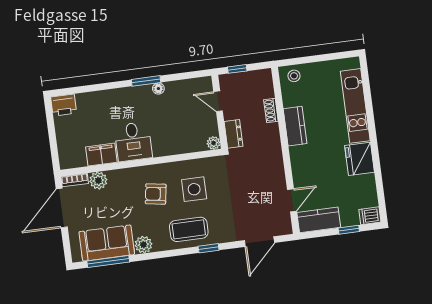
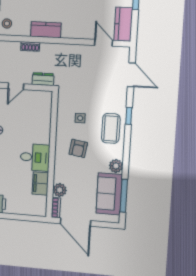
plant: (214, 143) -> (47, 96), removed
side table: (194, 189) -> (80, 118), width x0.54, depth x0.54

